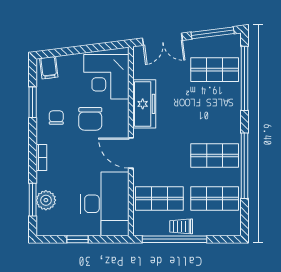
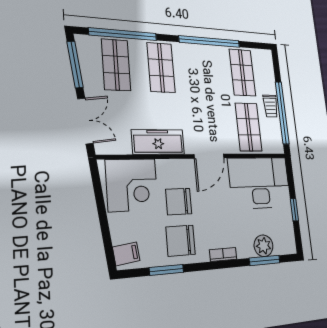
chair: (56, 118) -> (181, 241), width x1.87, depth x1.87
chair: (90, 119) -> (179, 202), turned 180
shop shelf: (215, 156) -> (161, 67), moved

